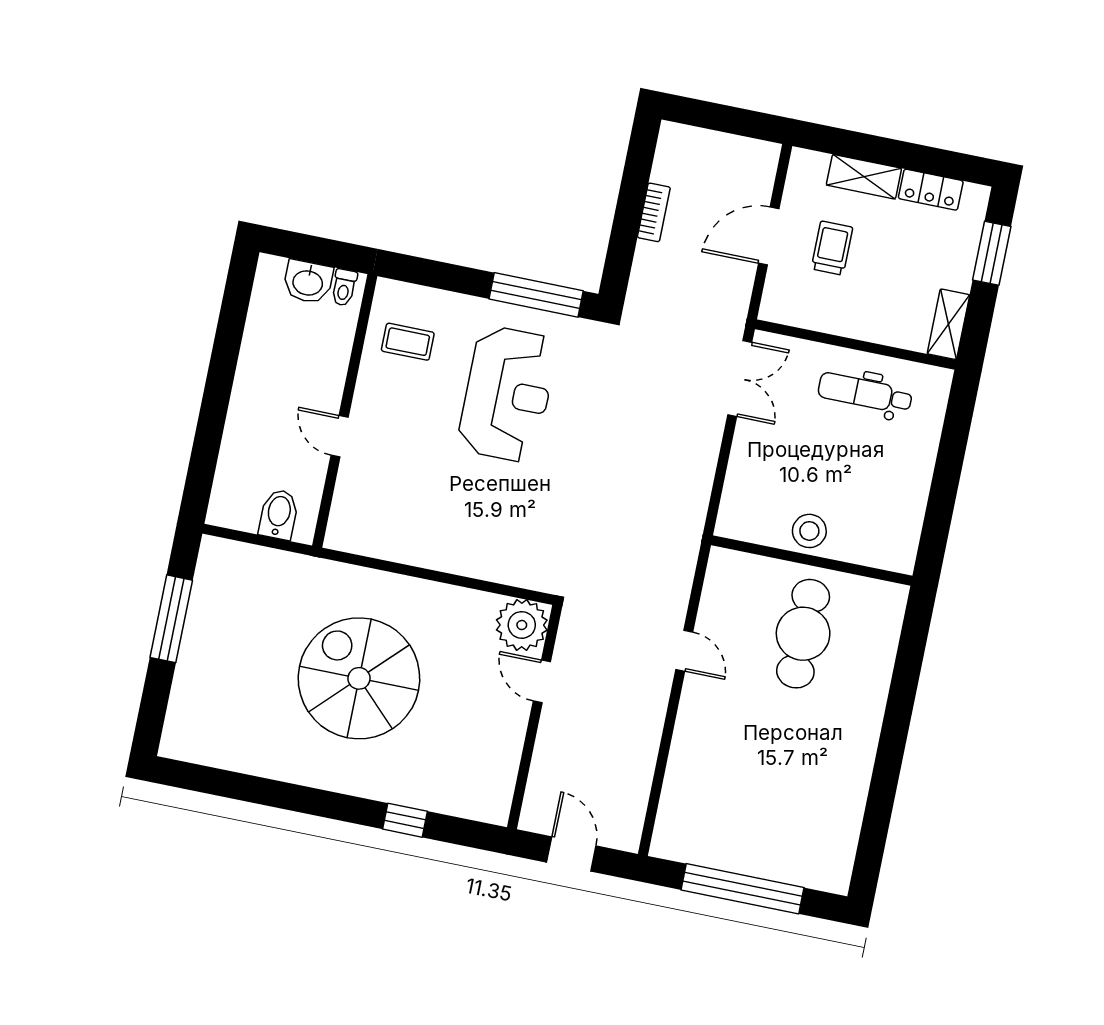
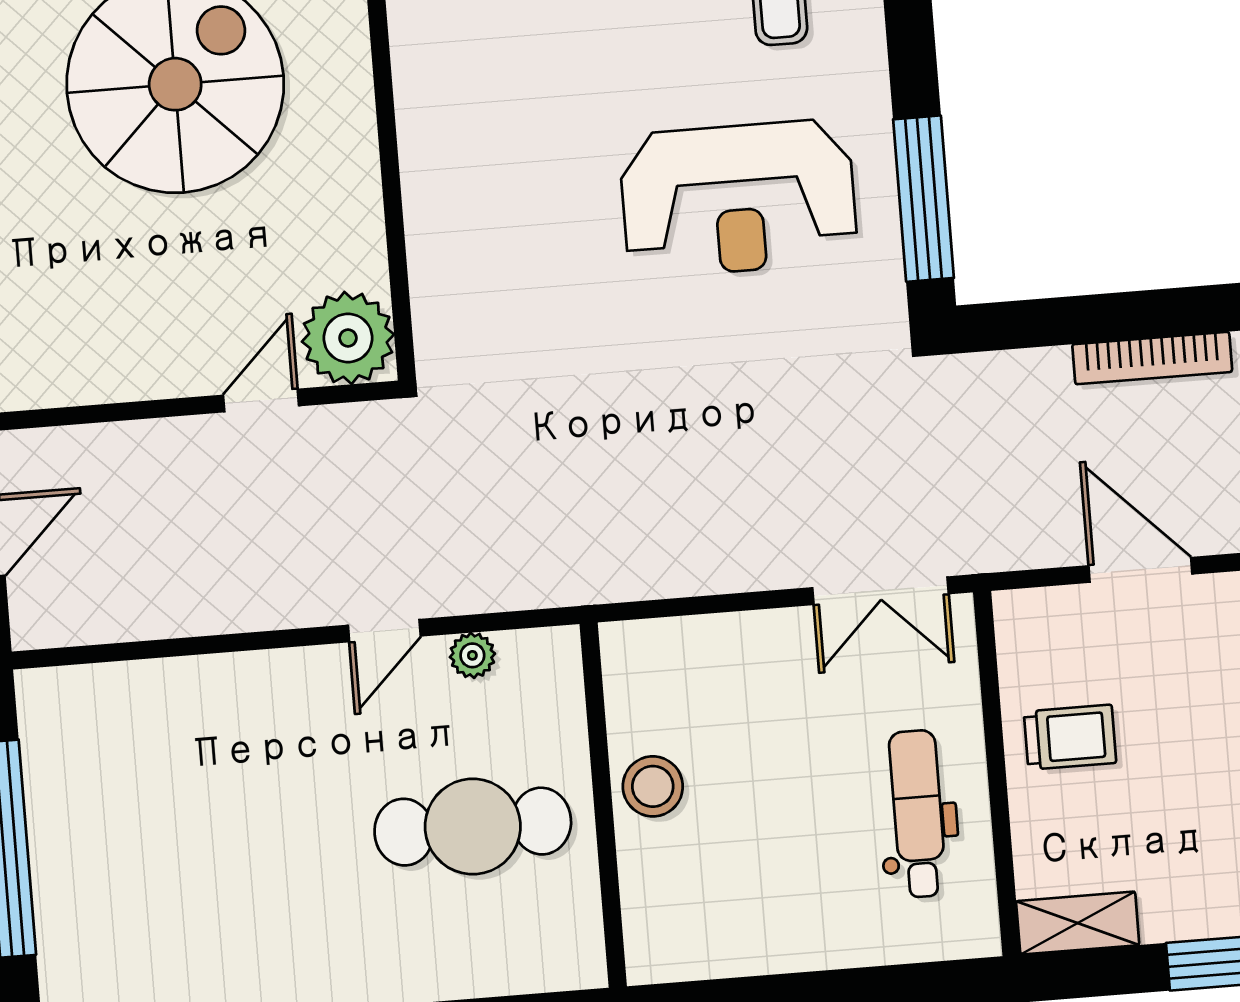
bookcase: (654, 212) -> (1152, 358), width x1.56
trolley: (832, 248) -> (1070, 737), moved
plant: (711, 607) -> (472, 655), added

